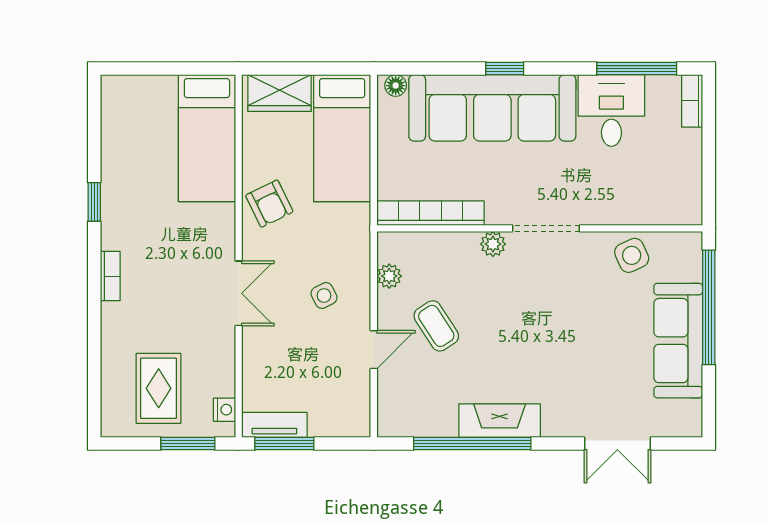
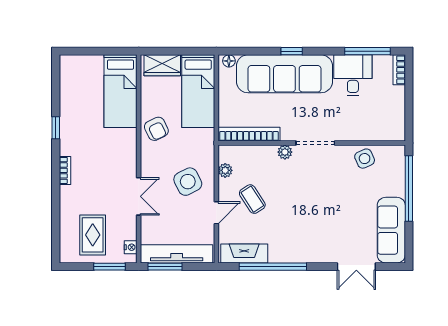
double door: (239, 293) -> (139, 196), moved
side table: (324, 295) -> (188, 182), width x1.87, depth x1.87
sofa: (678, 341) -> (391, 230), moved
fireplace: (500, 421) -> (244, 253), moved
tv unit: (274, 425) -> (177, 254), width x1.92, depth x1.29

